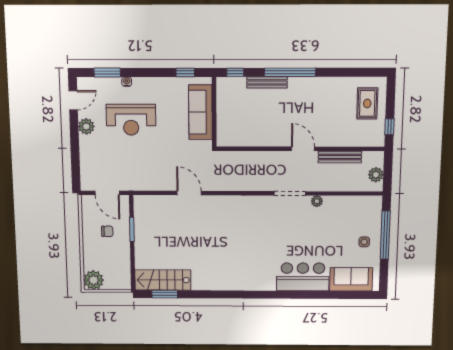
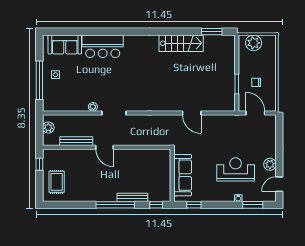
plant: (94, 280) -> (254, 43), moved
stairs: (163, 280) -> (181, 43), moved

